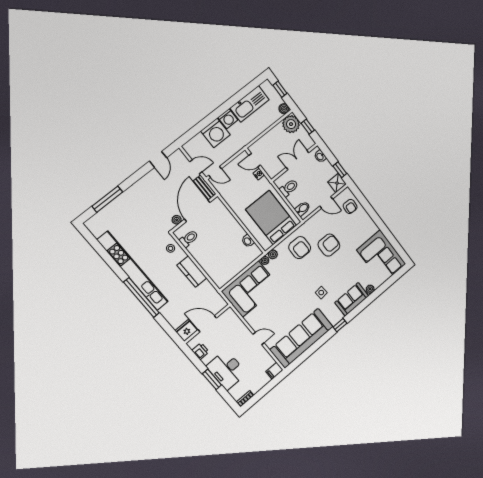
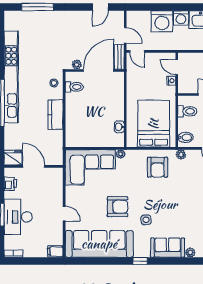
armchair: (329, 245) -> (117, 207), moved
plant: (273, 254) -> (181, 155), moved

